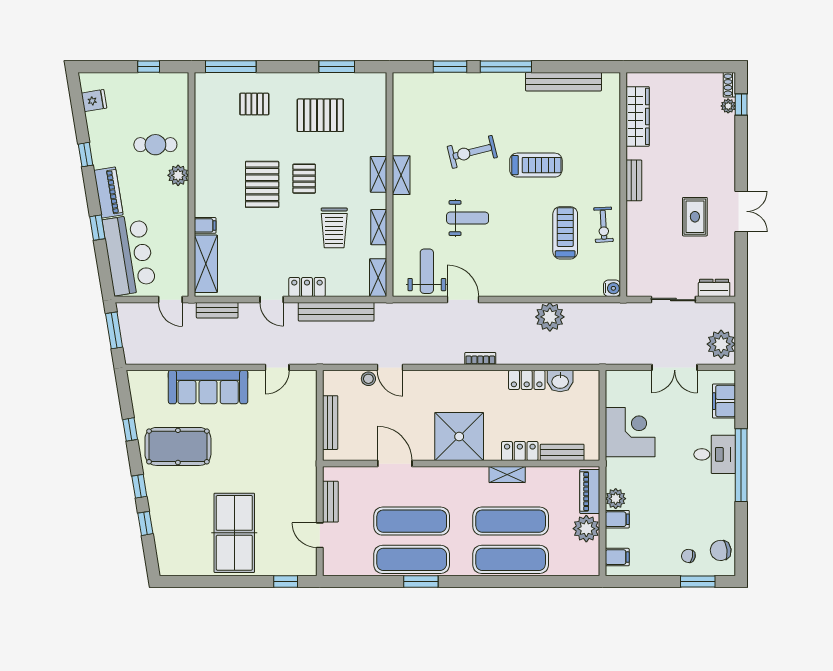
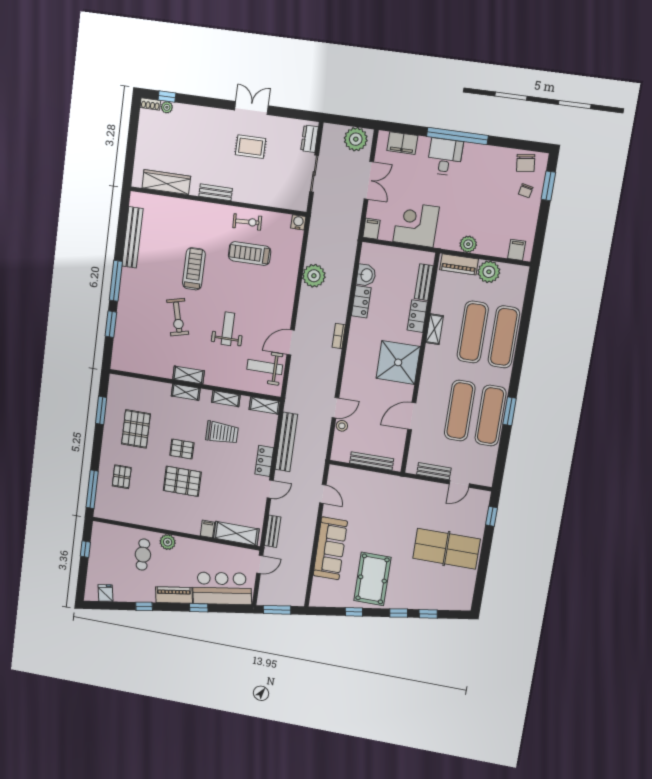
filing cabinet: (617, 519) -> (371, 229), moved

